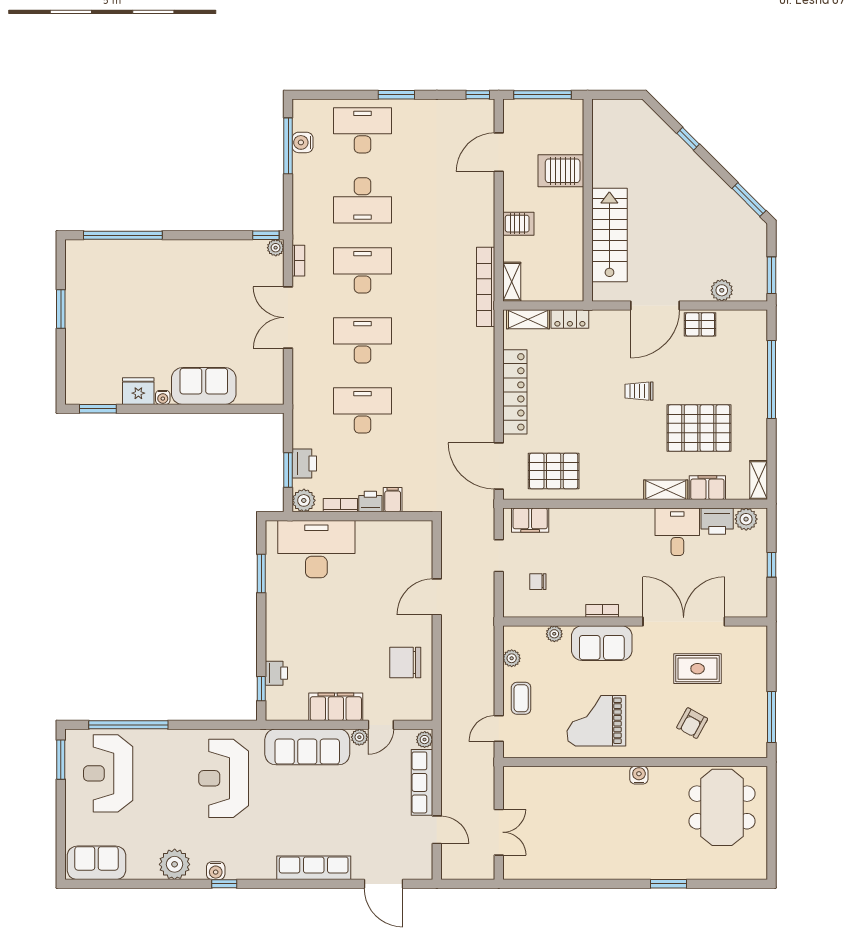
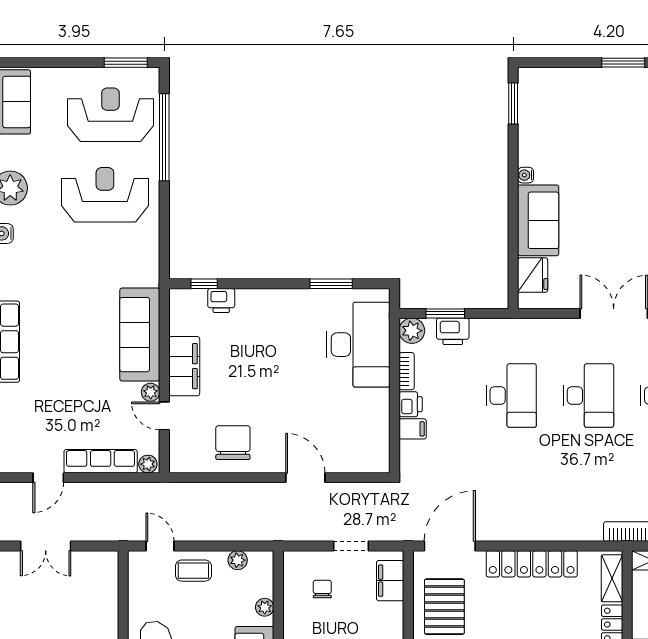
fridge: (138, 391) -> (533, 275), moved
reception desk: (224, 778) -> (105, 195), moved

